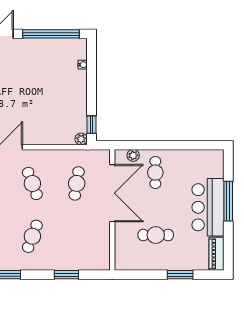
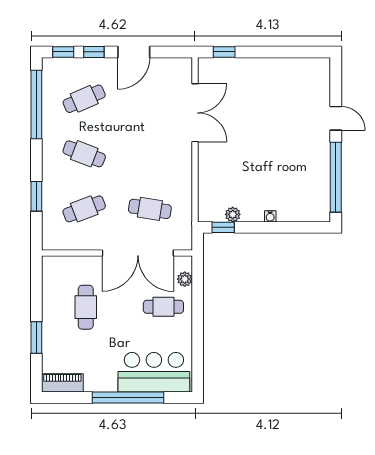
water cooler: (83, 65) -> (270, 216), moved
plant: (81, 139) -> (233, 214), moved
cafe table: (32, 183) -> (84, 209), moved
window: (228, 201) -> (128, 397), width x1.46
bar counter: (208, 207) -> (154, 372), moved

